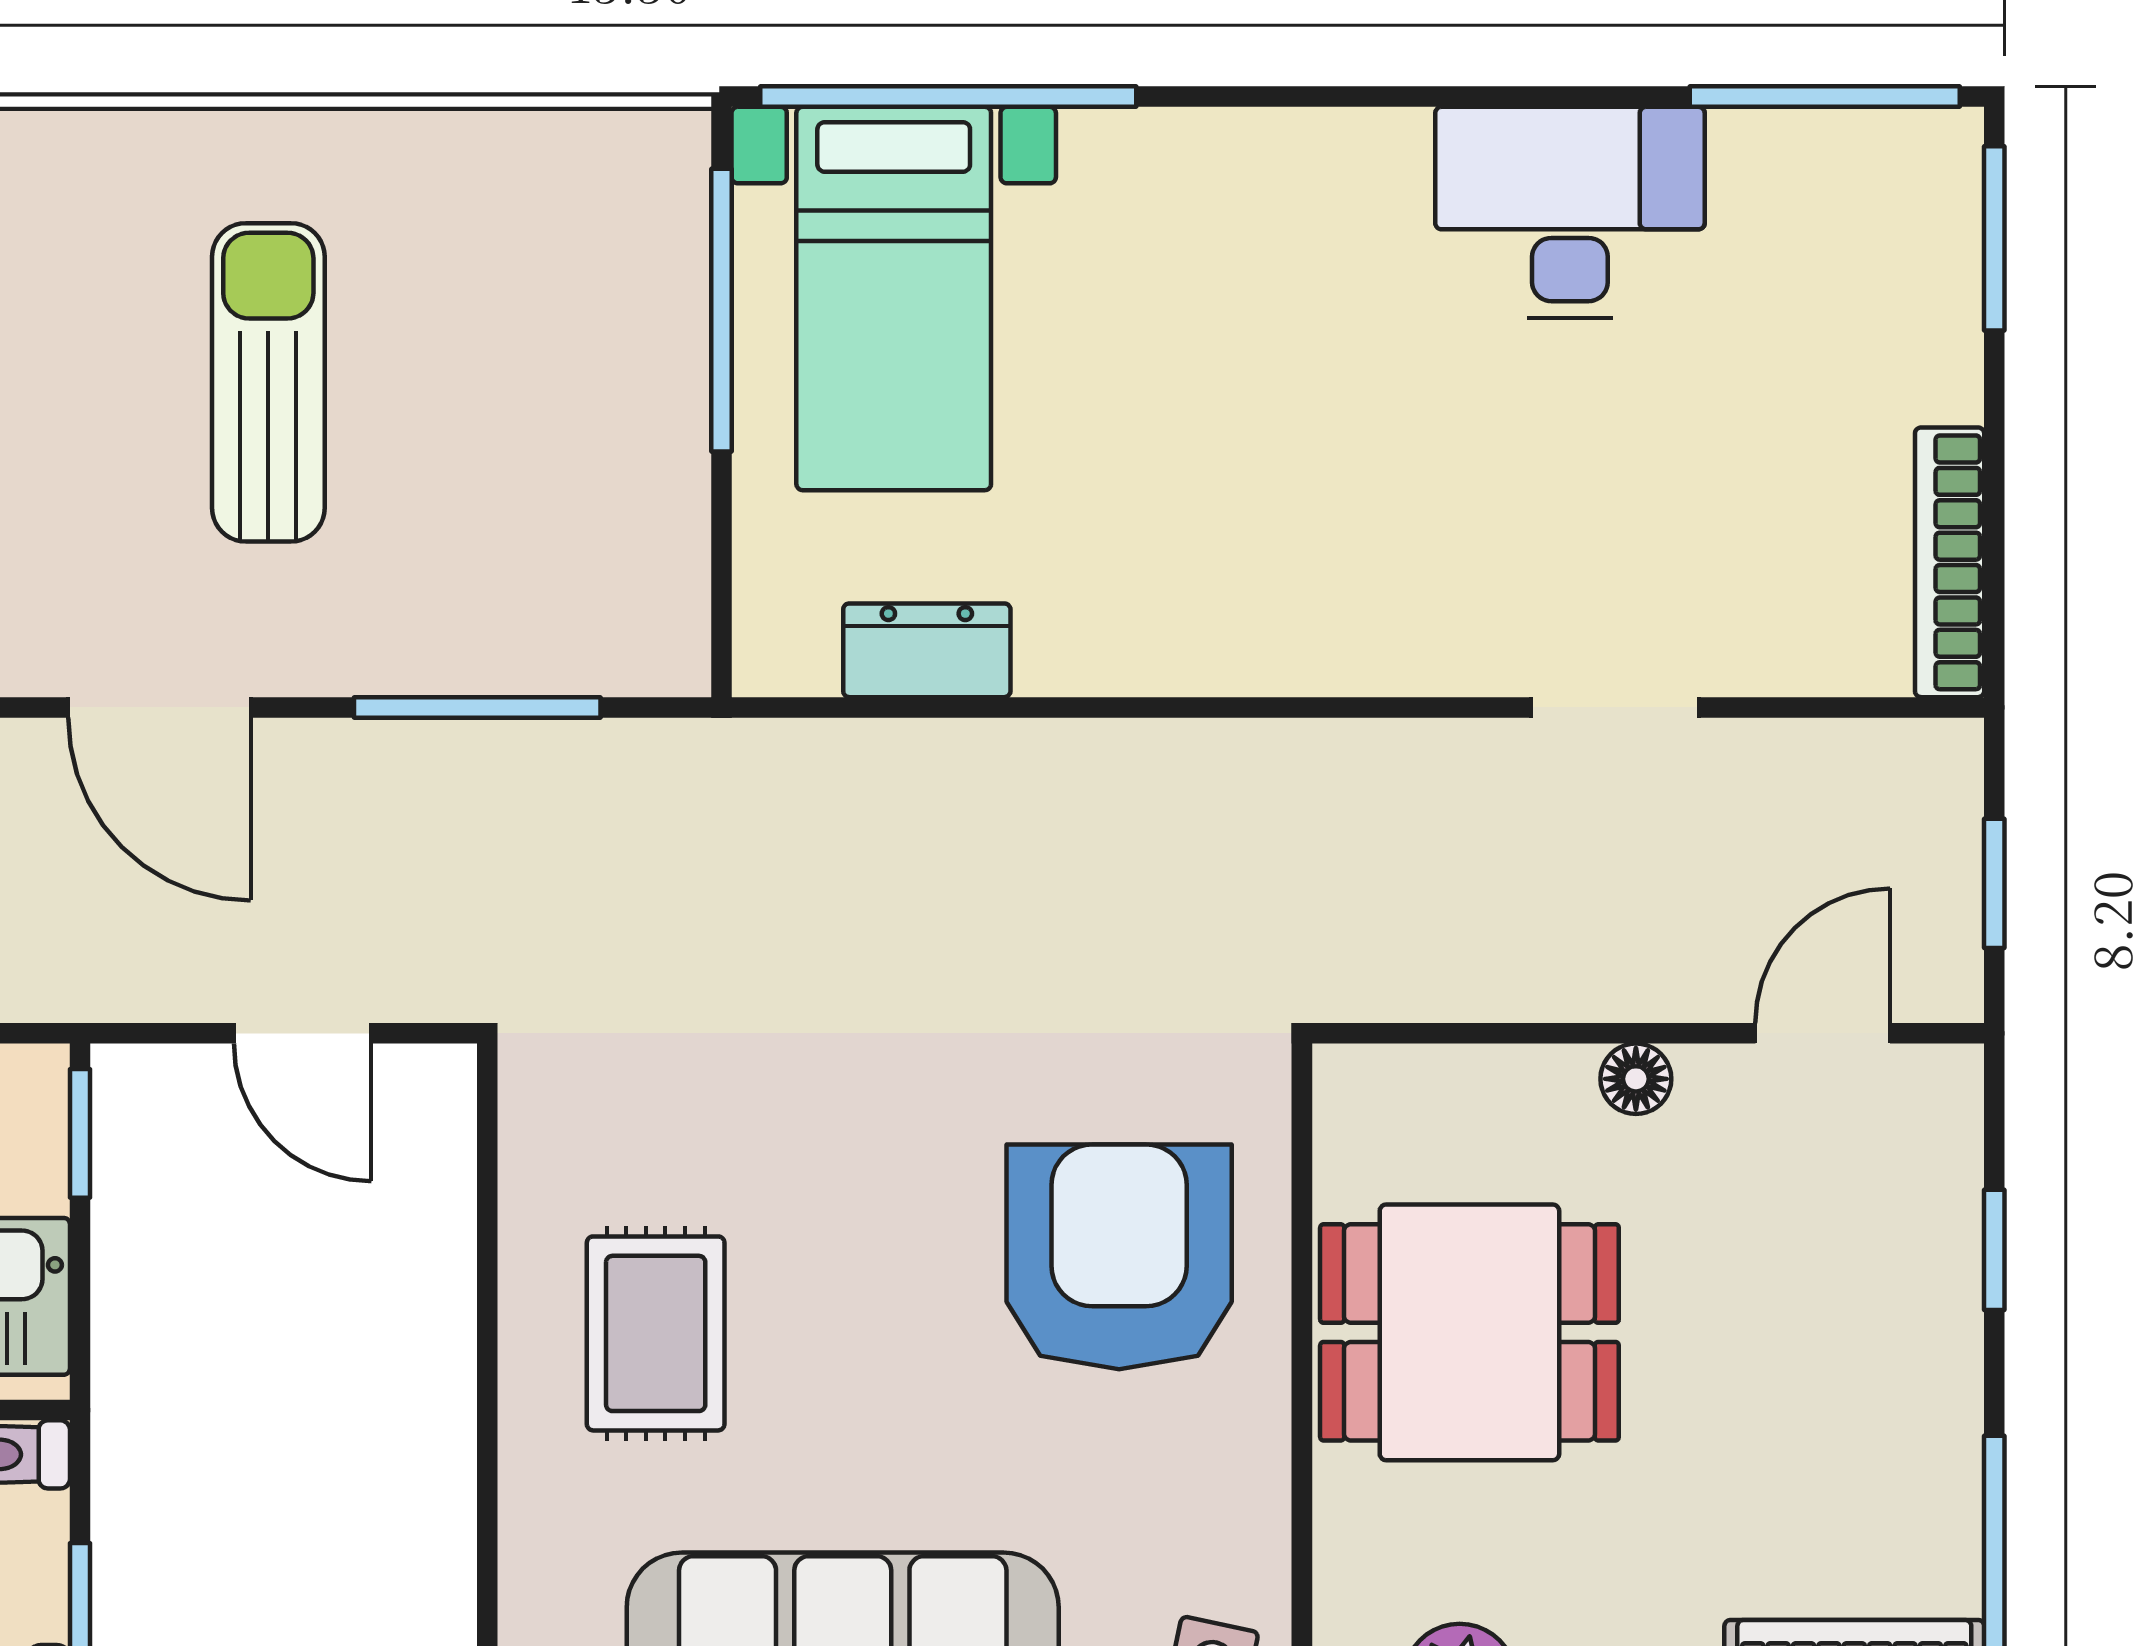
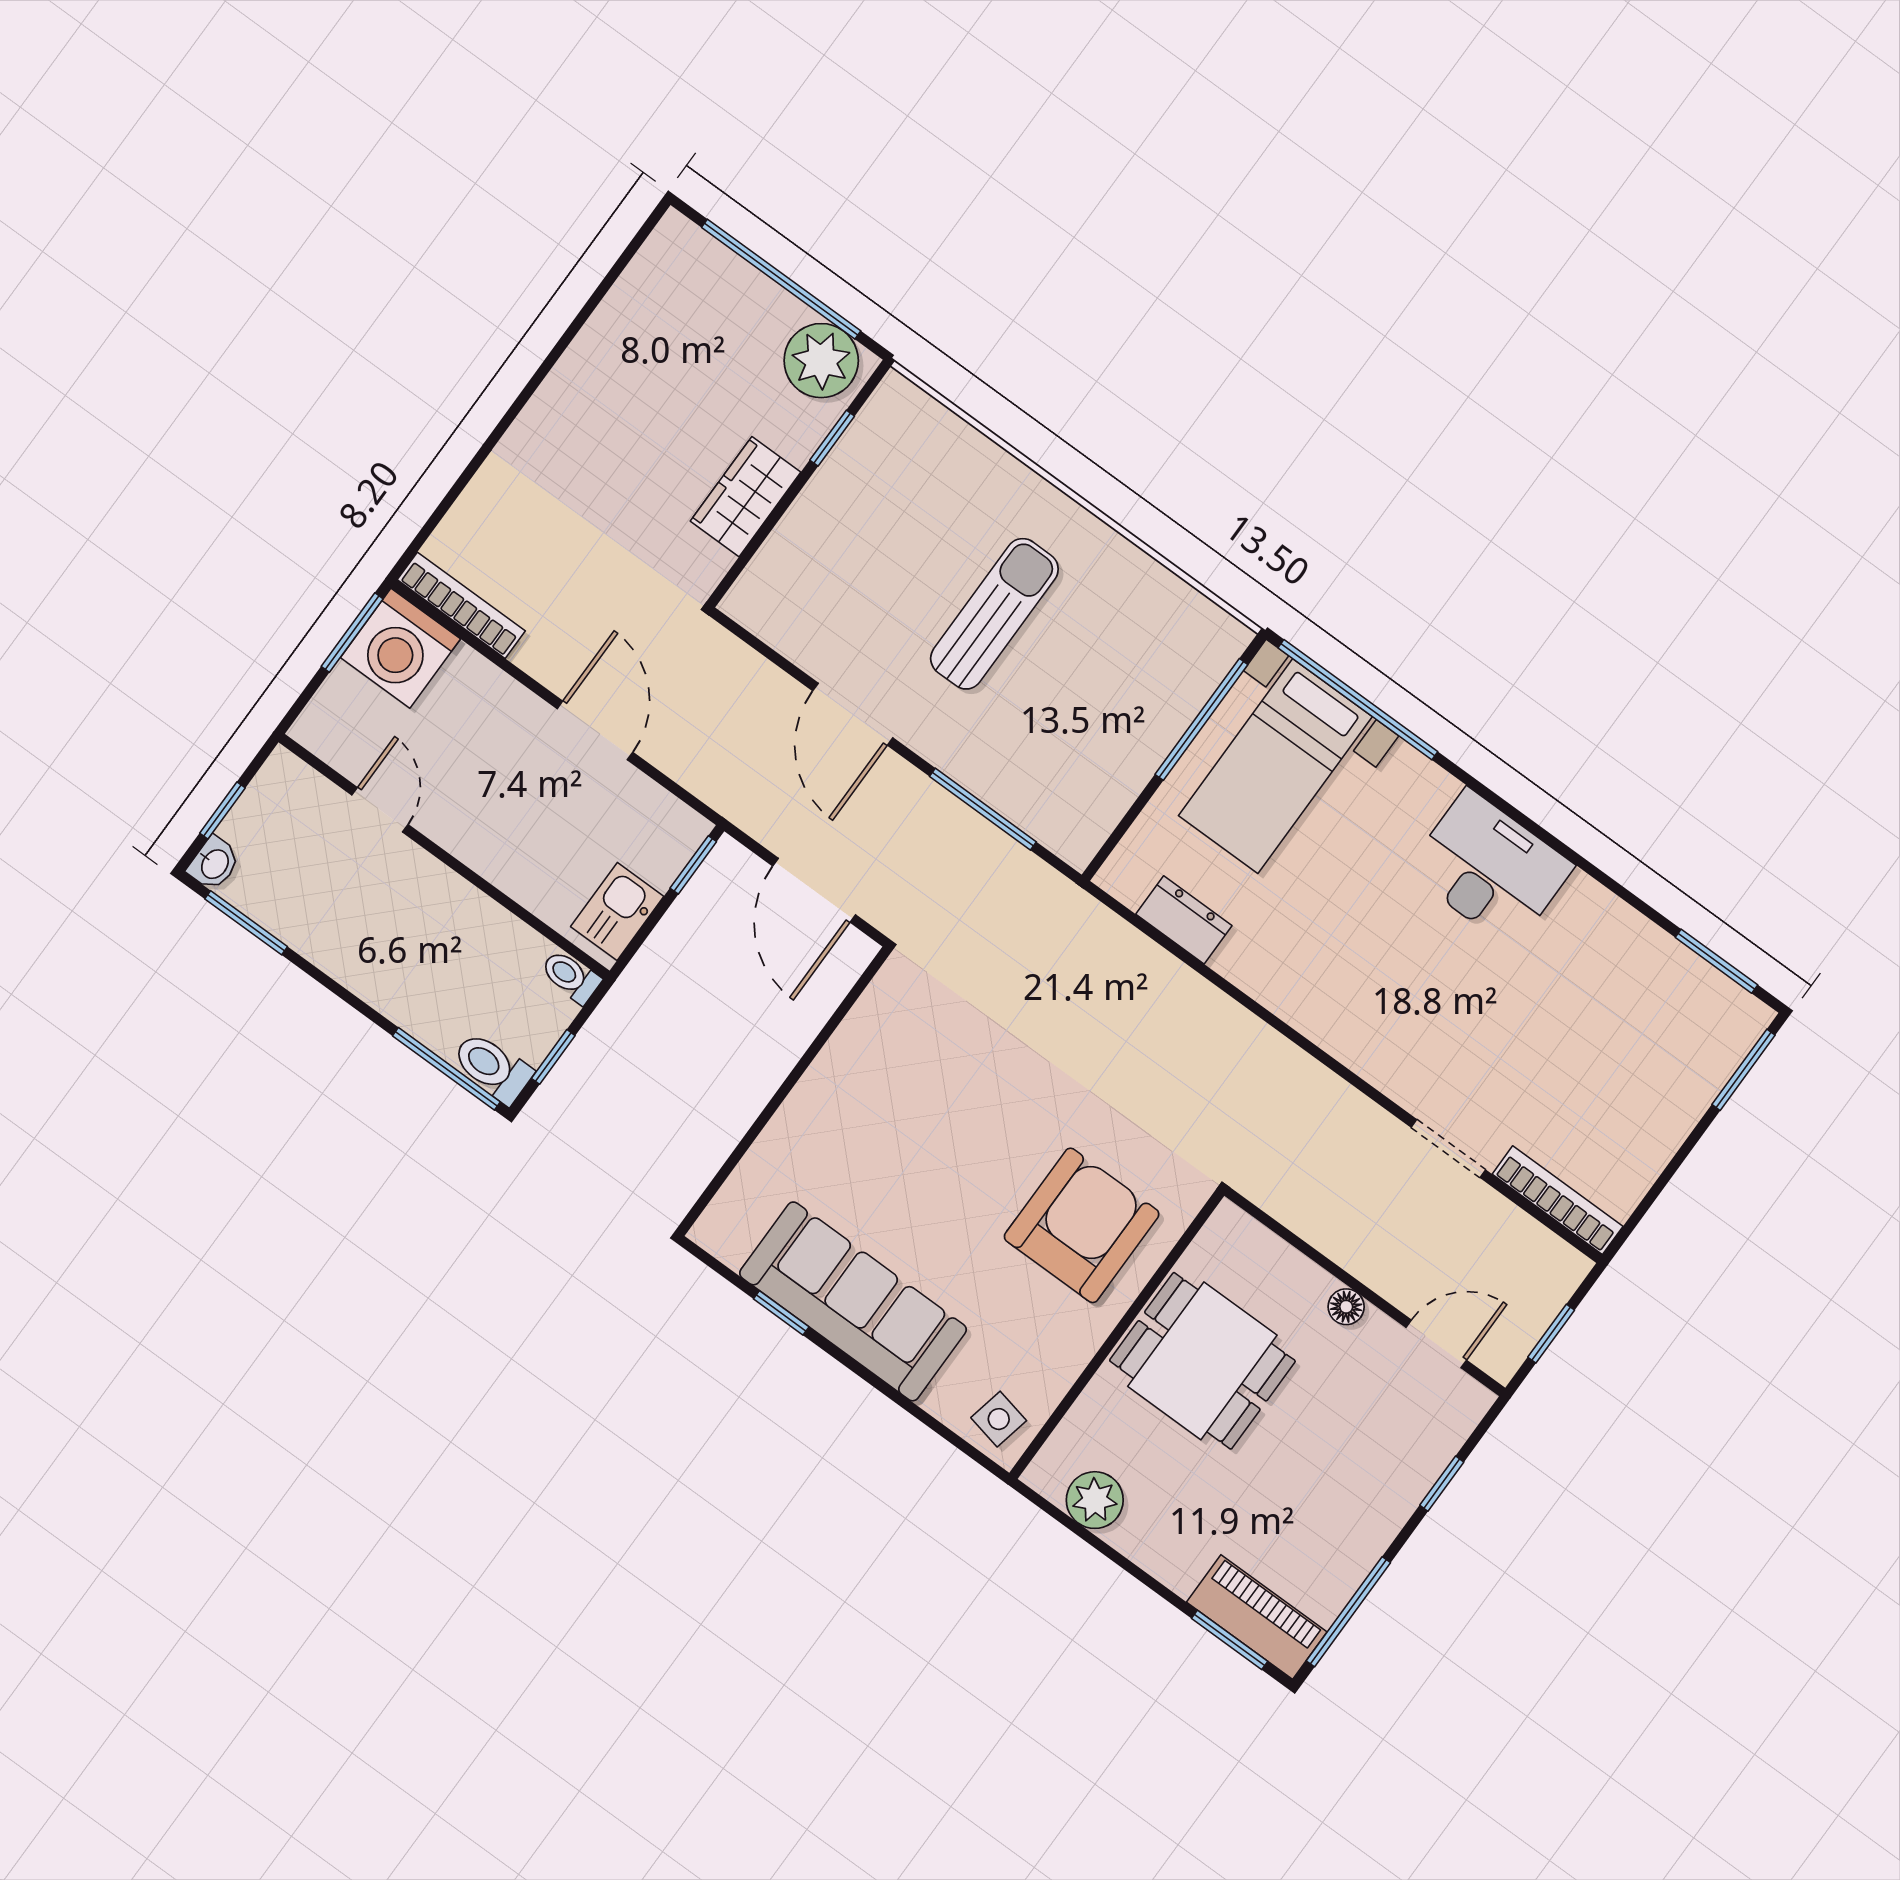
window: (1825, 97) -> (1716, 961), width x0.69
desk: (1570, 212) -> (1490, 869), moved
bookcase: (1950, 562) -> (1558, 1200), moved, turned 90
door: (303, 1033) -> (814, 890), width x1.38
rug: (656, 1333) -> (869, 1118), removed

